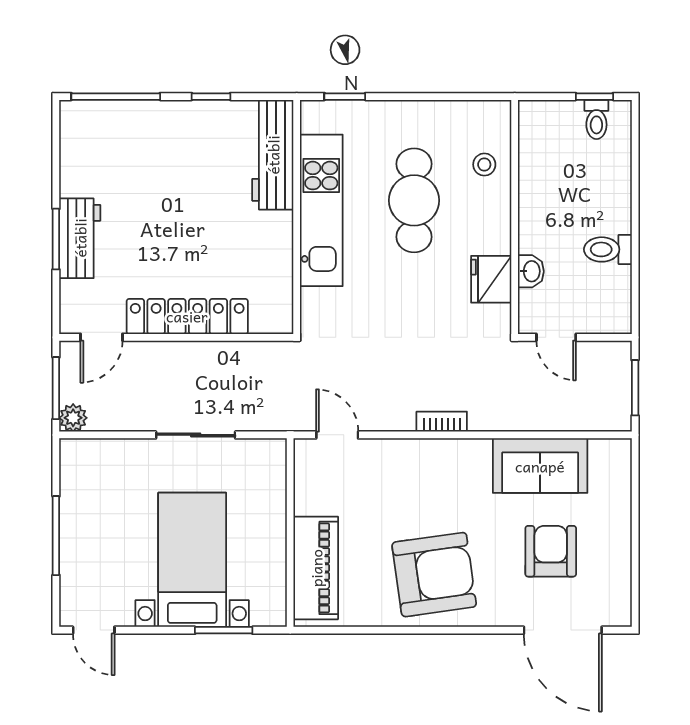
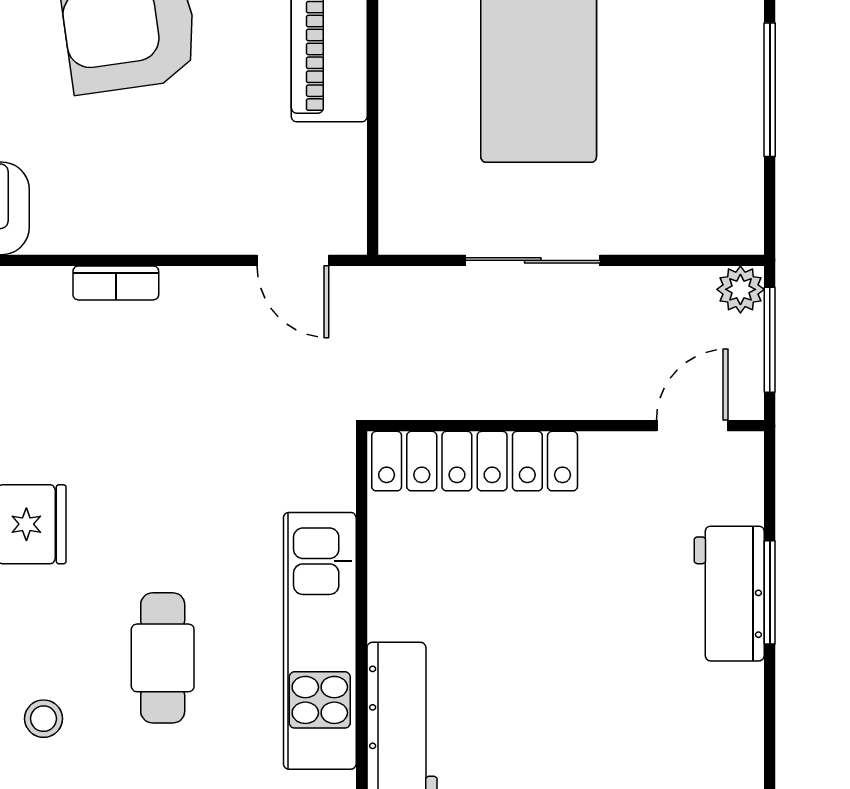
cafe table: (414, 200) -> (163, 658), width x0.73, depth x0.74
locker: (187, 316) -> (475, 461), moved

